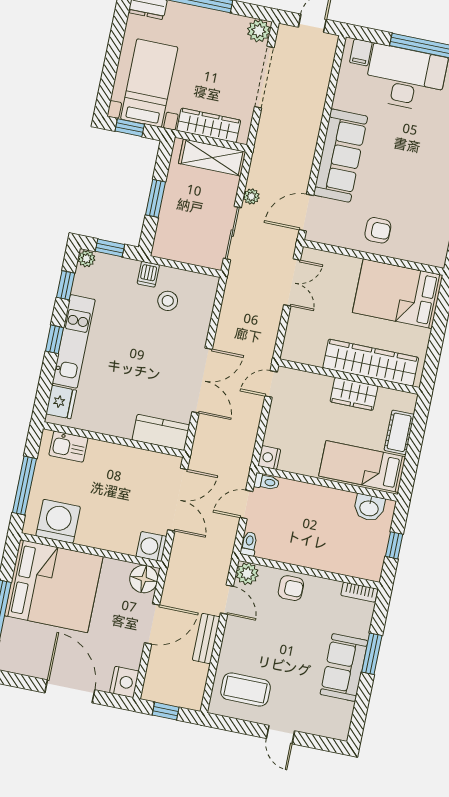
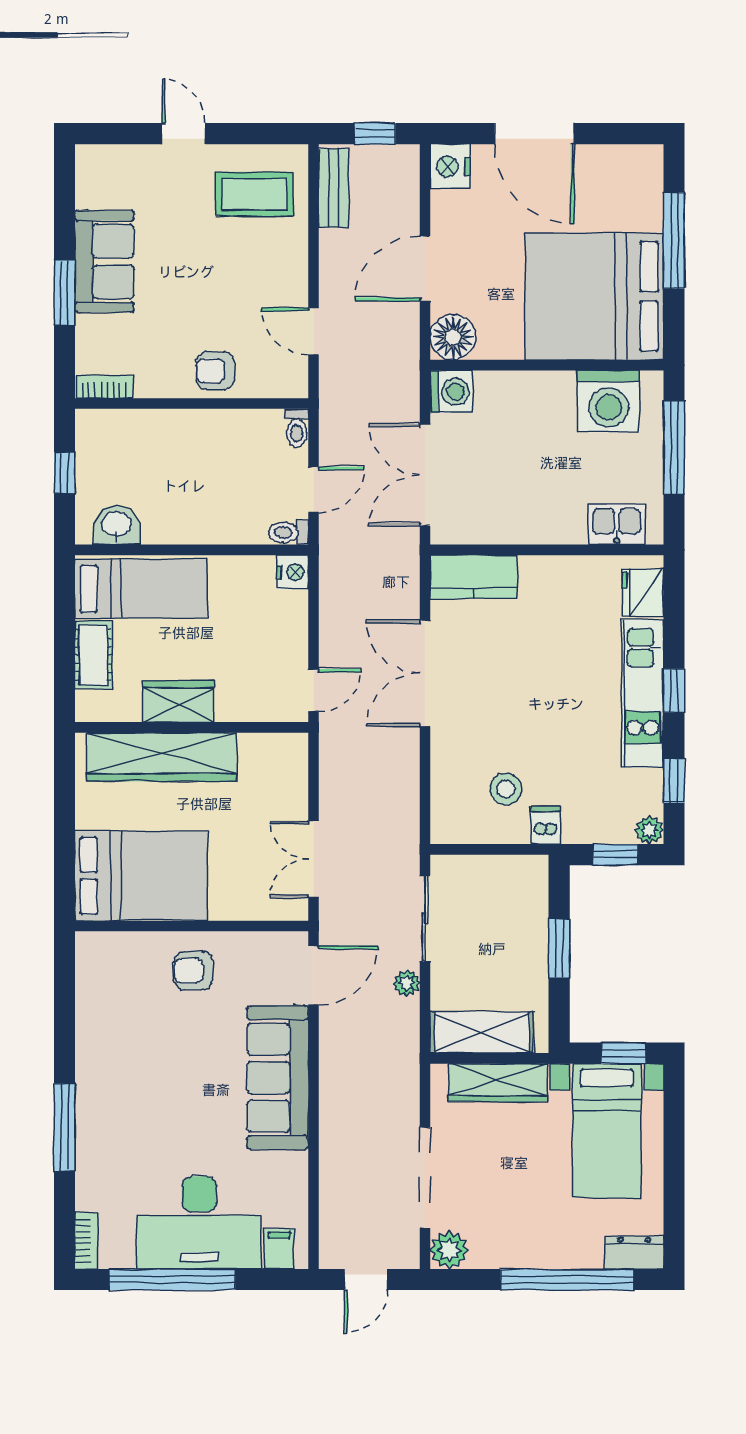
plant: (247, 574) -> (290, 380), removed
bench: (206, 639) -> (334, 188), moved

